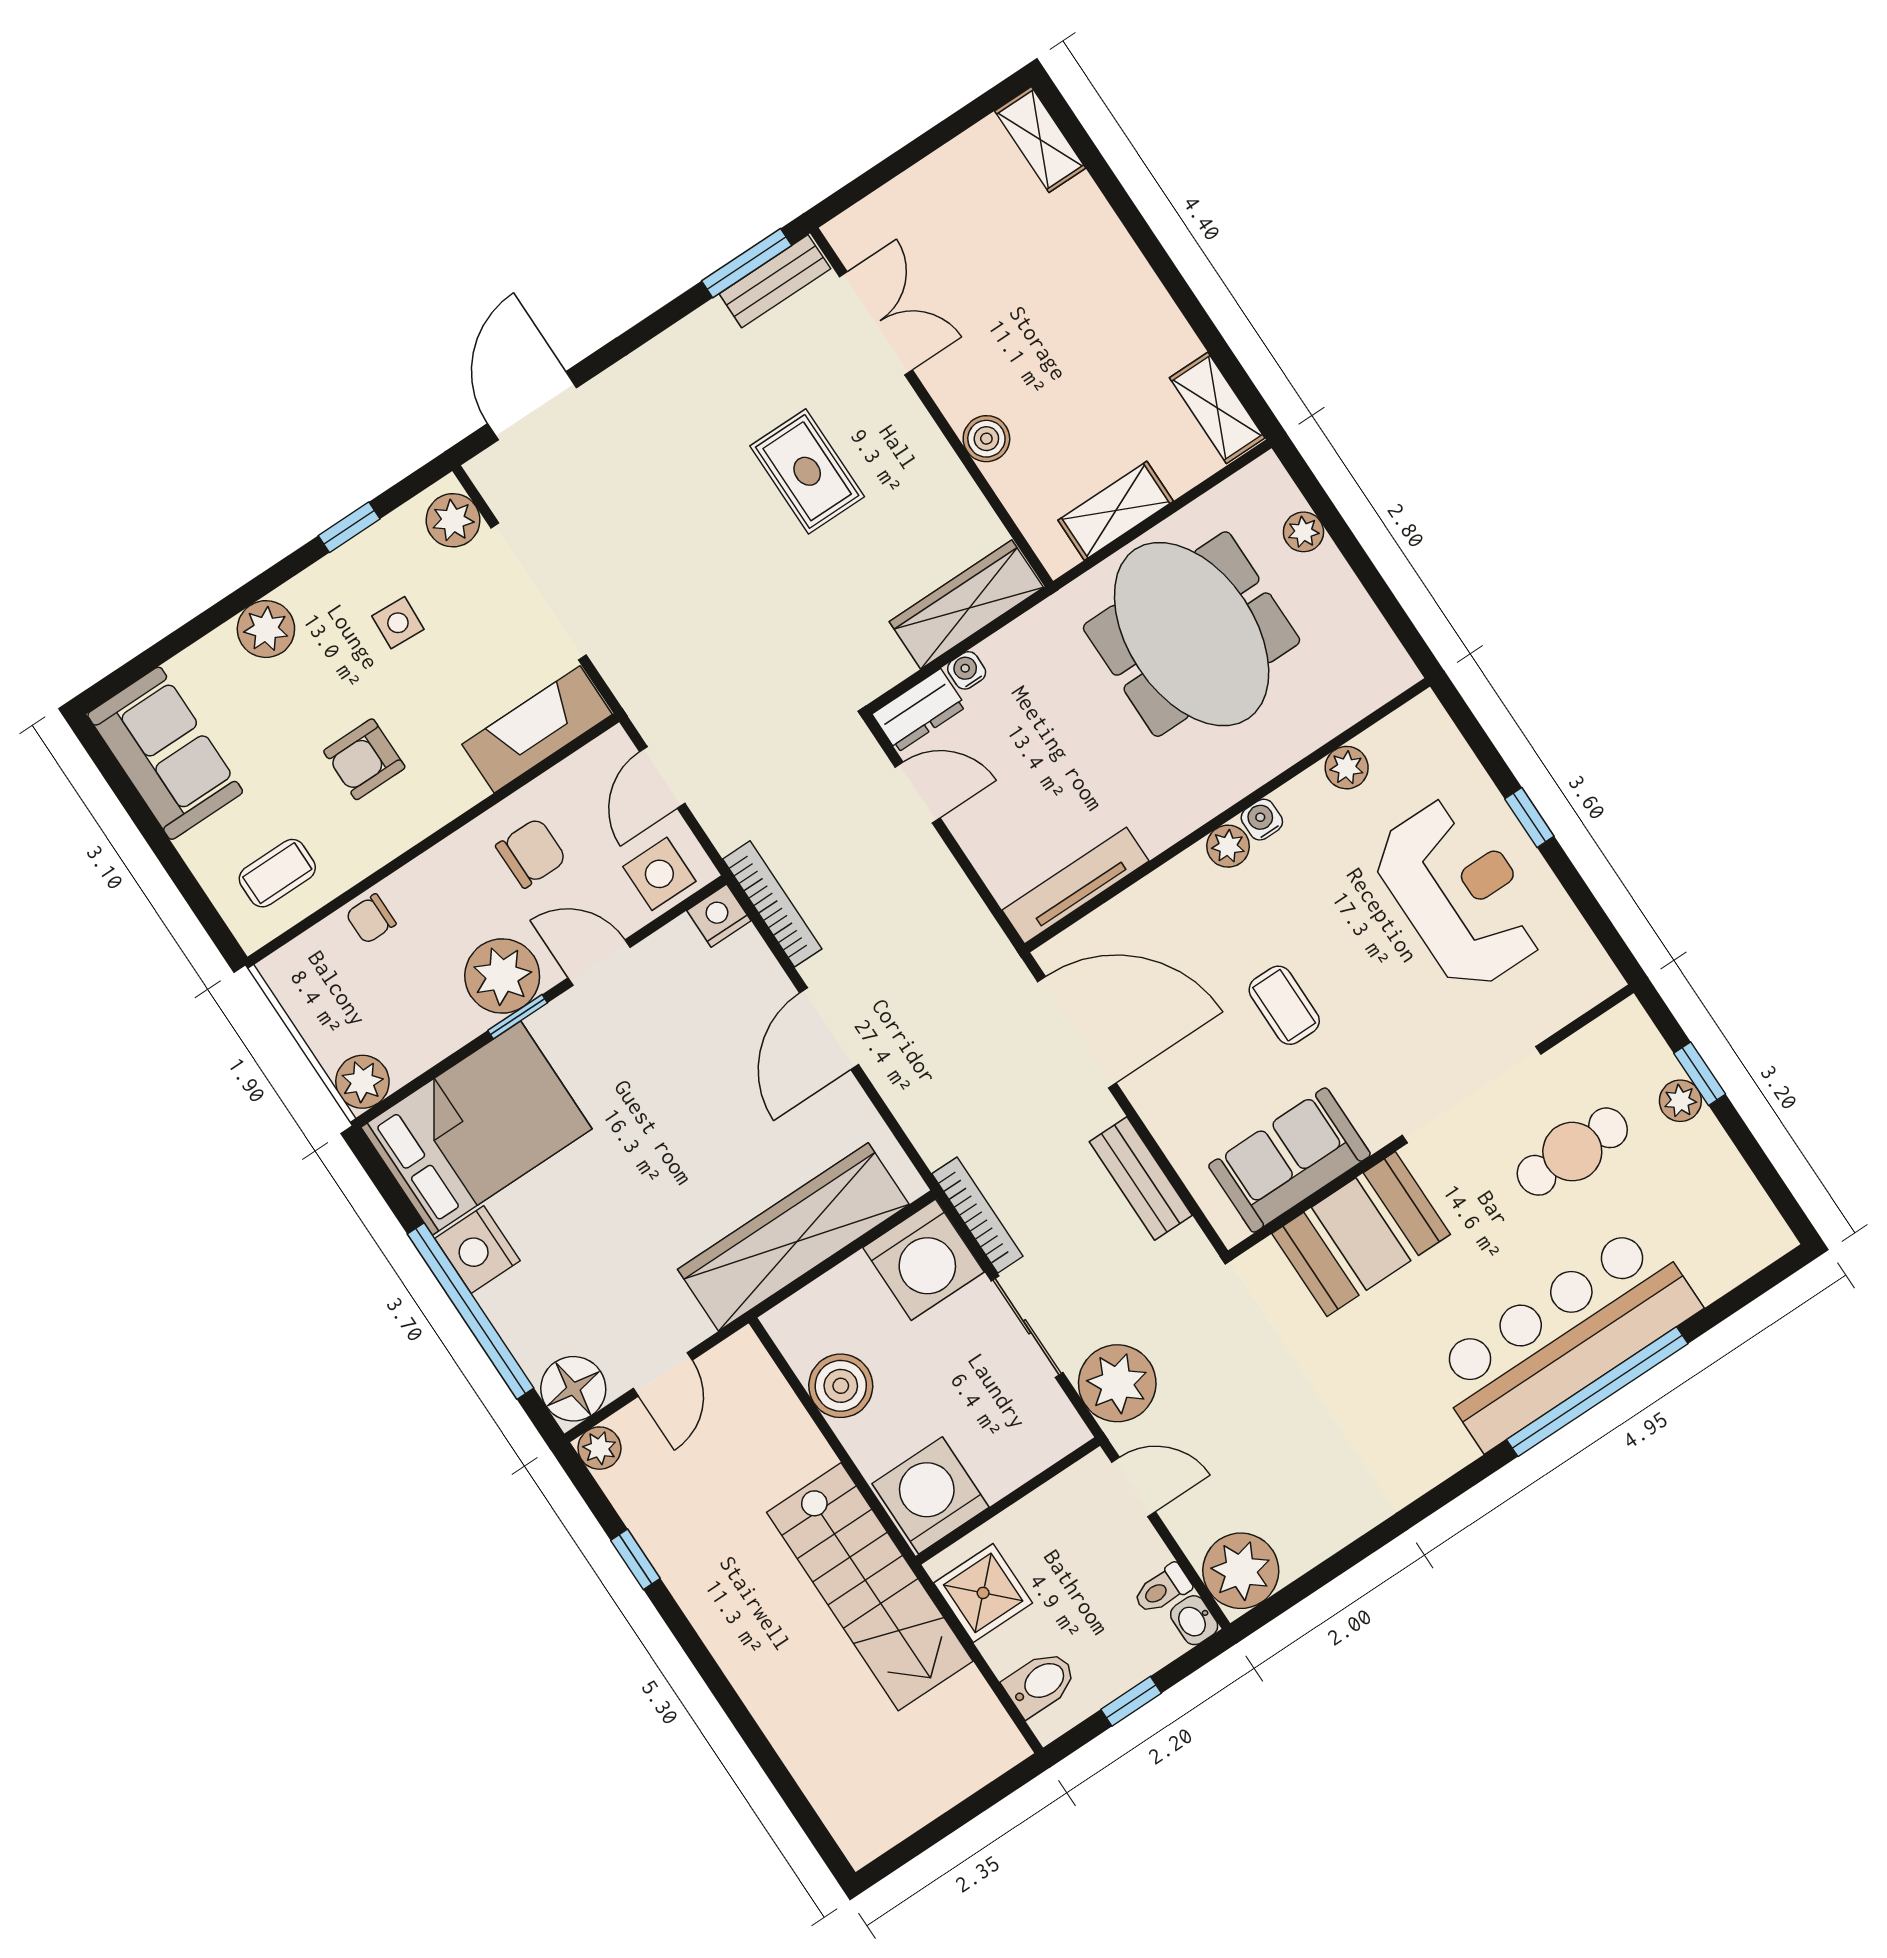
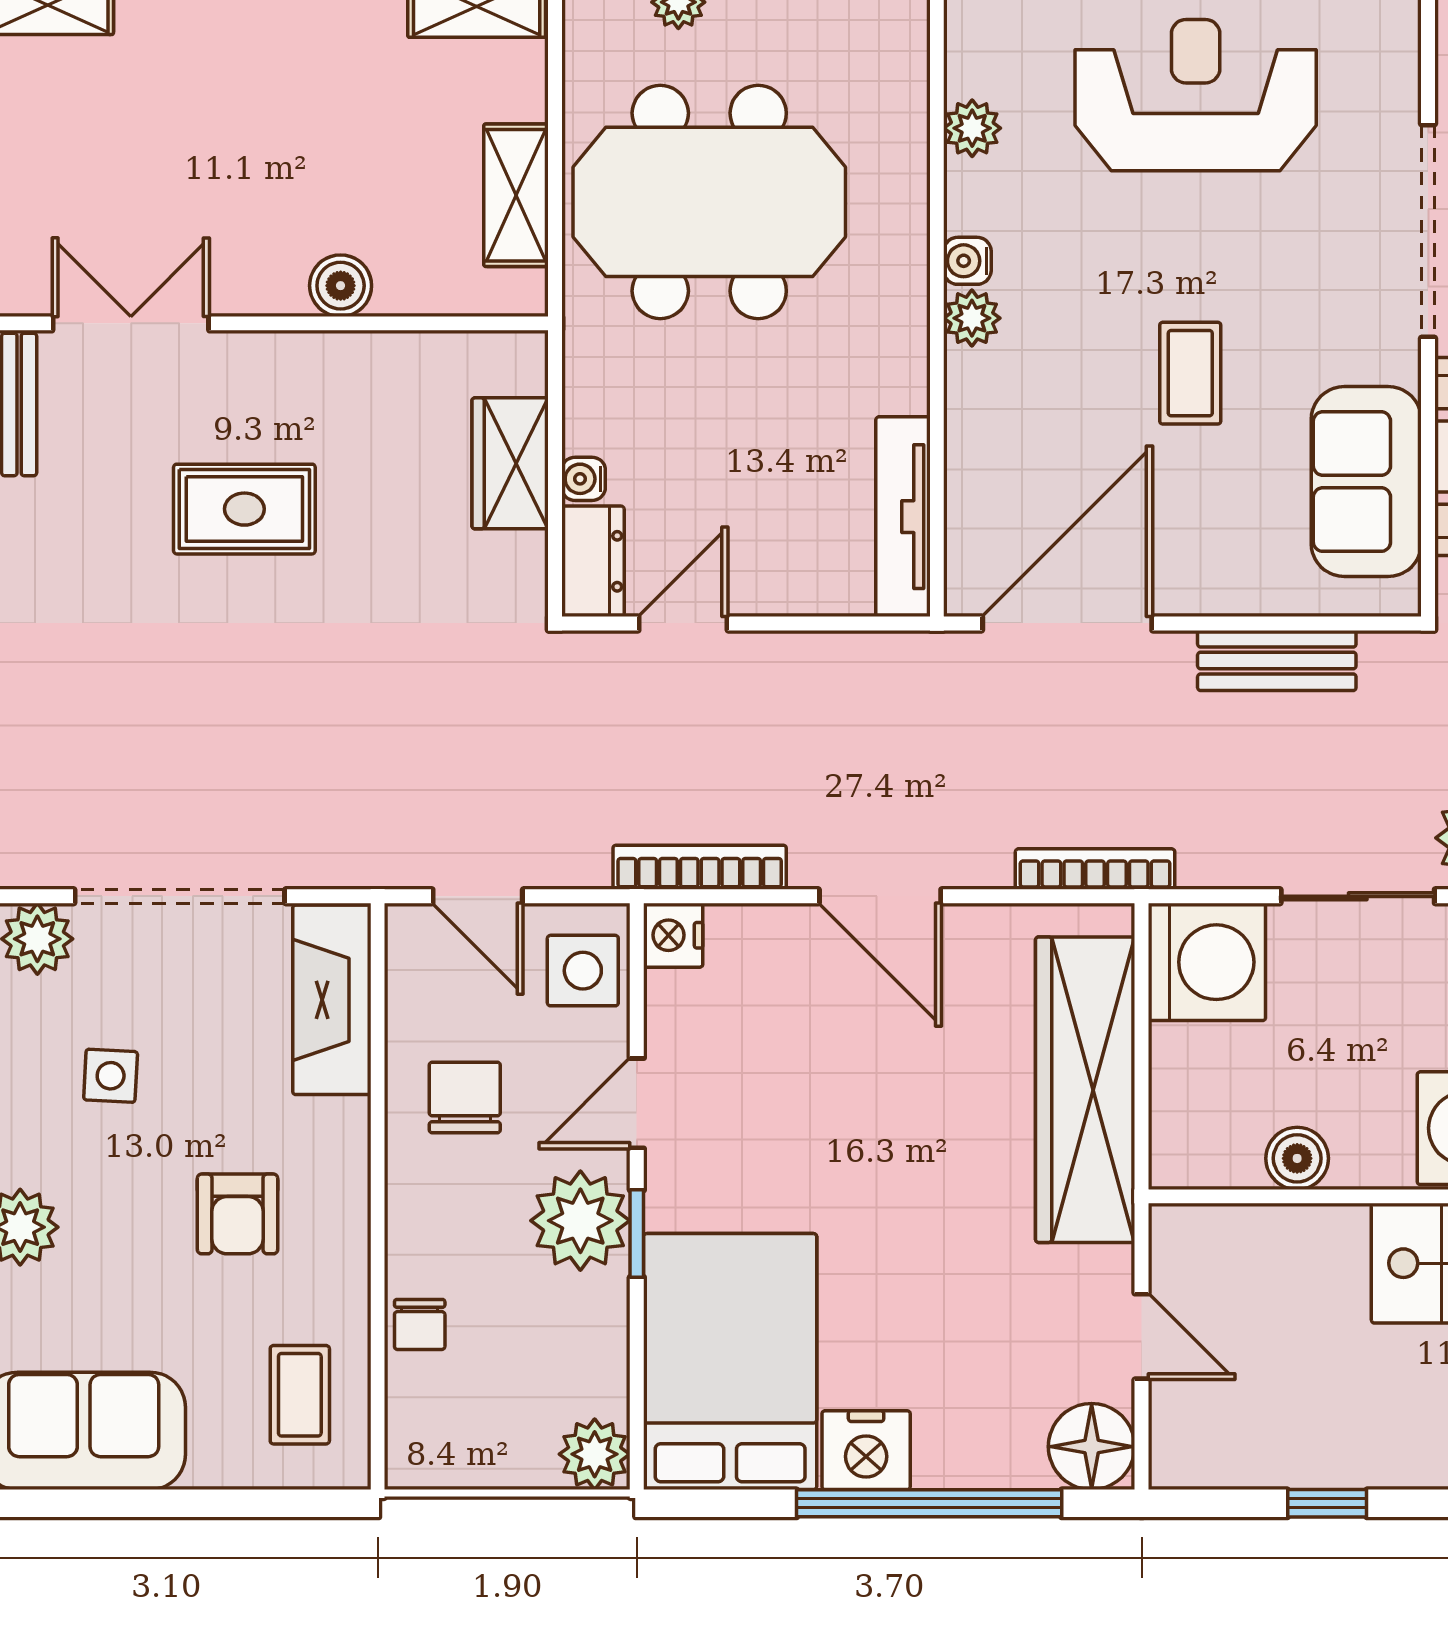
wardrobe: (966, 605) -> (510, 463), width x0.67
coffee table: (1284, 1005) -> (1190, 373), turned 90
bookcase: (977, 1215) -> (1095, 869), moved
boiler: (841, 1386) -> (1297, 1158), width x0.73, depth x0.73
plant: (599, 1448) -> (1177, 1461), removed

